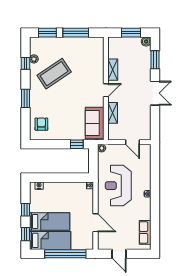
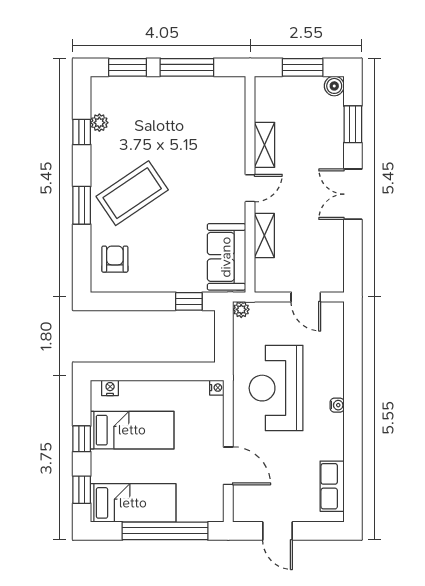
coffee table: (54, 74) -> (132, 193), moved
double door: (155, 93) -> (353, 194), swing flipped
bed: (50, 221) -> (132, 430), moved

